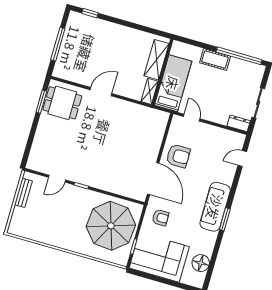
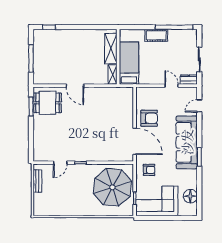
door: (101, 92) -> (75, 86), swing flipped
door: (192, 118) -> (172, 86), moved
sofa: (215, 207) -> (187, 142), width x1.36, depth x1.27

